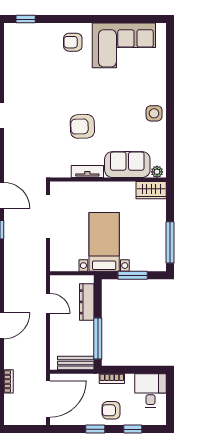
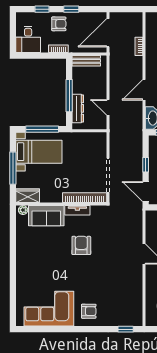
side table: (154, 113) -> (25, 256), removed
armchair: (82, 126) -> (81, 245), turned -88
bookcase: (78, 188) -> (85, 198), added
bed with nightstands: (104, 242) -> (39, 152), moved, turned -90
window: (170, 242) -> (13, 168), moved
window: (133, 275) -> (42, 129), width x1.44
window: (98, 339) -> (69, 96), moved

